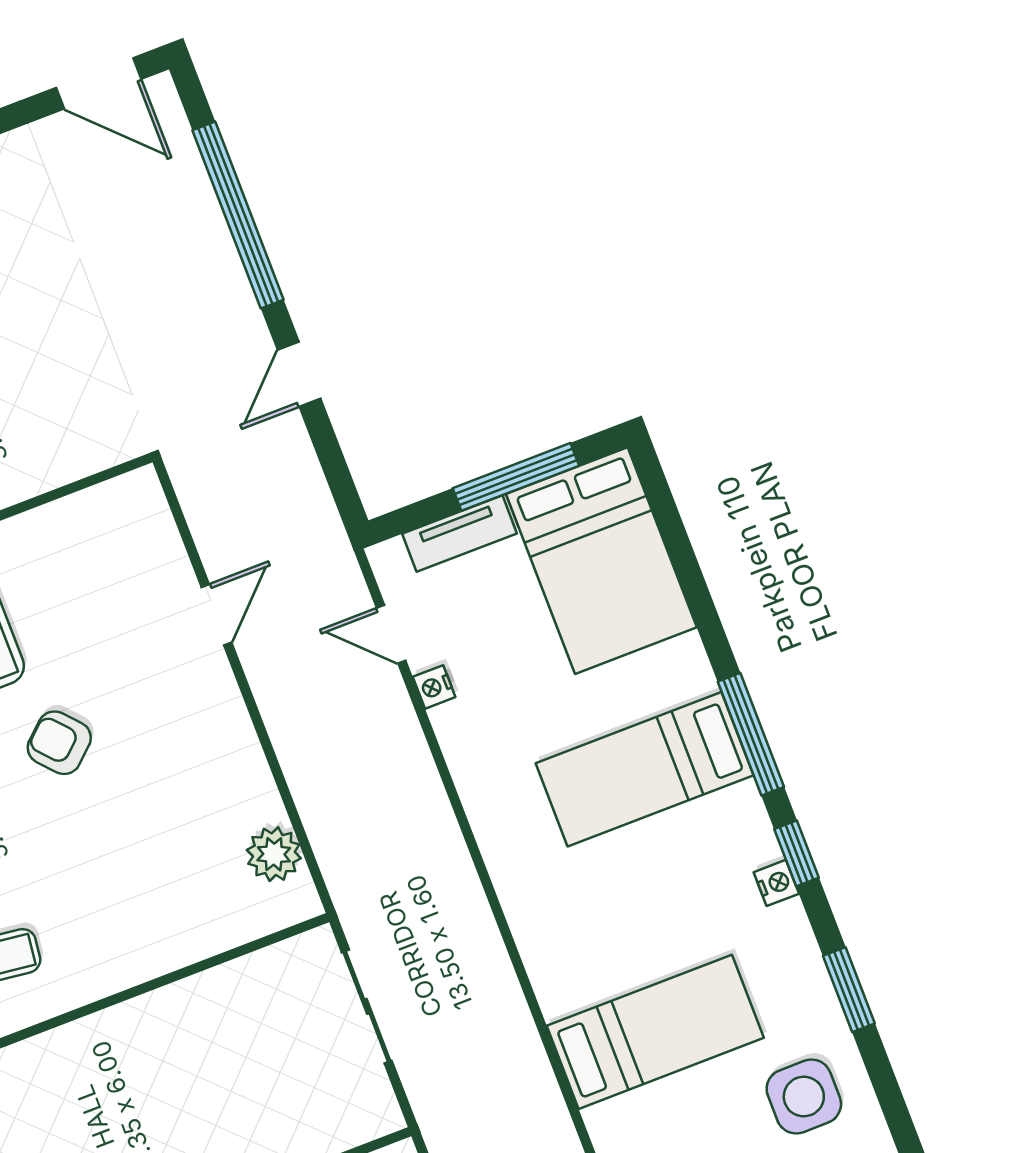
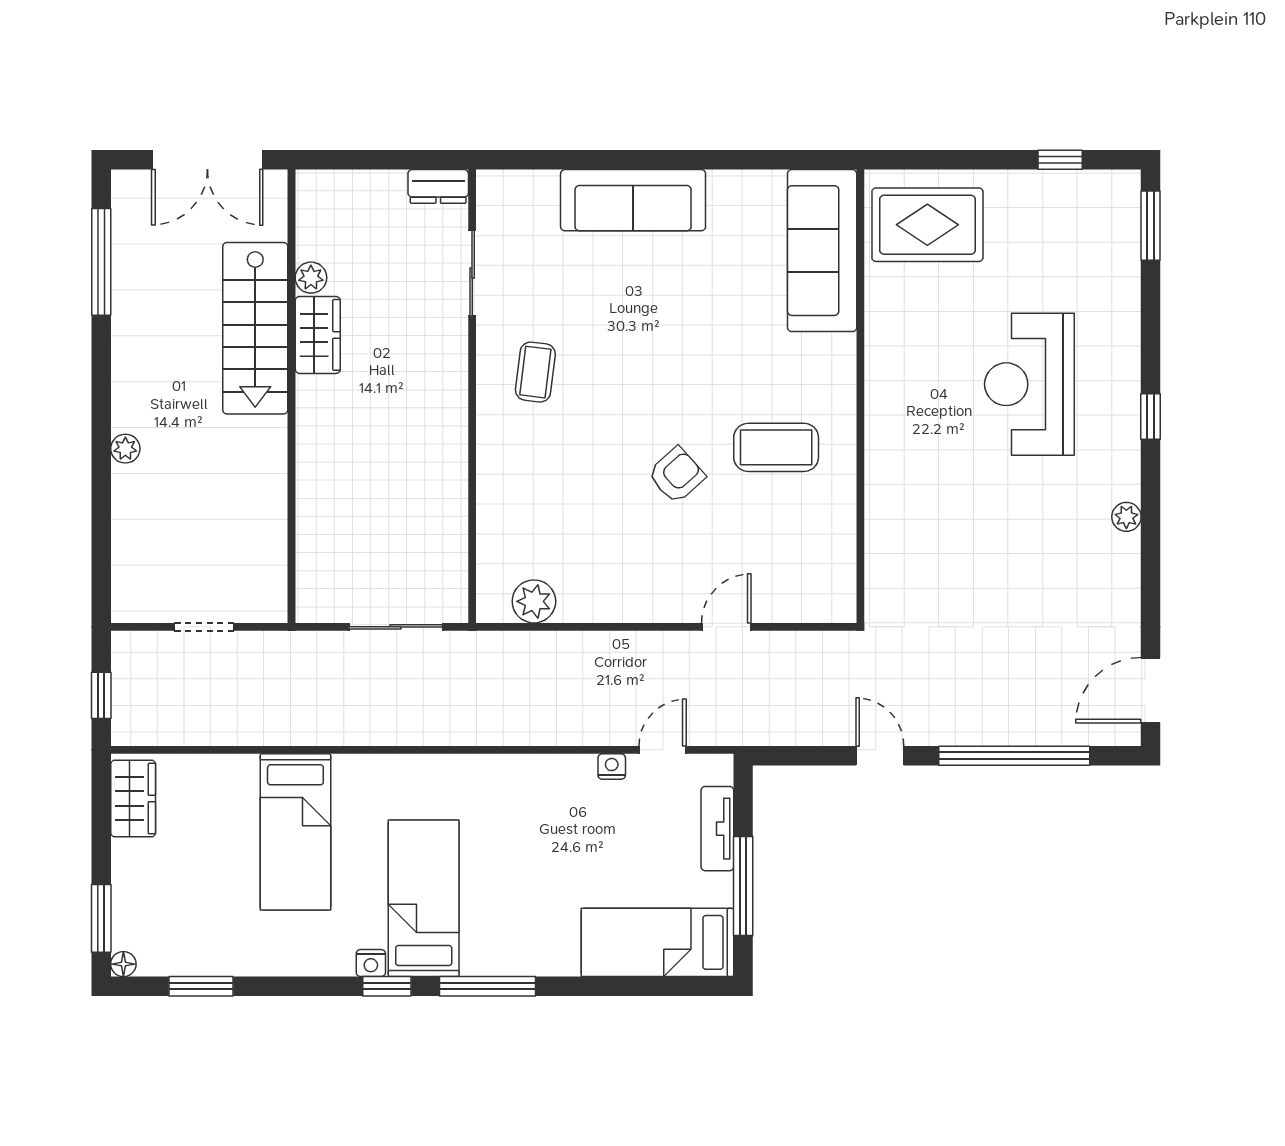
bed: (601, 561) -> (657, 942), width x0.67
door: (216, 615) -> (726, 627), swing flipped
bed: (645, 769) -> (424, 898), moved
window: (849, 990) -> (201, 986), moved
side table: (804, 1096) -> (206, 923), removed

